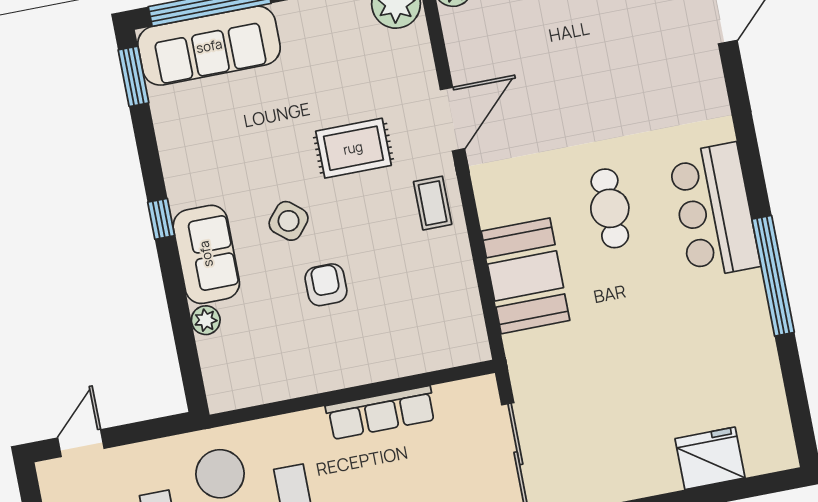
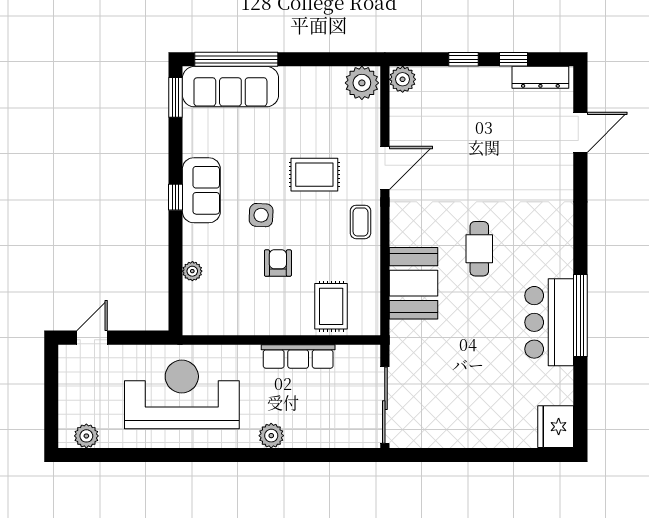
bar counter: (714, 211) -> (549, 322), moved
side table: (289, 221) -> (261, 215), turned -37
sofa: (206, 254) -> (201, 190), moved
rug: (414, 332) -> (331, 306), added
fridge: (710, 458) -> (556, 427), moved, turned -90

